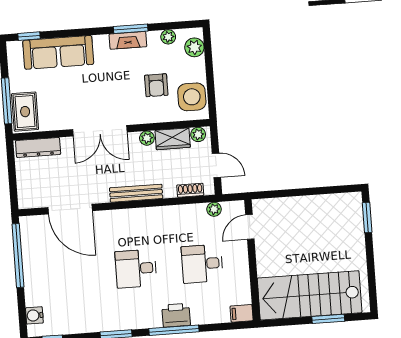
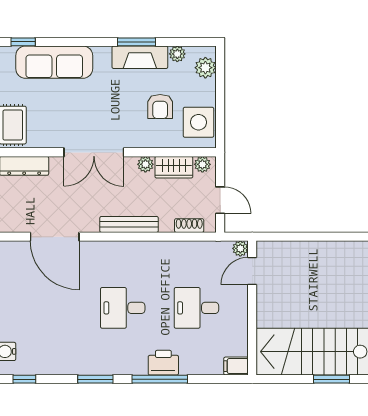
fireplace: (128, 40) -> (140, 57), width x1.37, depth x1.32
plant: (214, 209) -> (240, 248), moved

